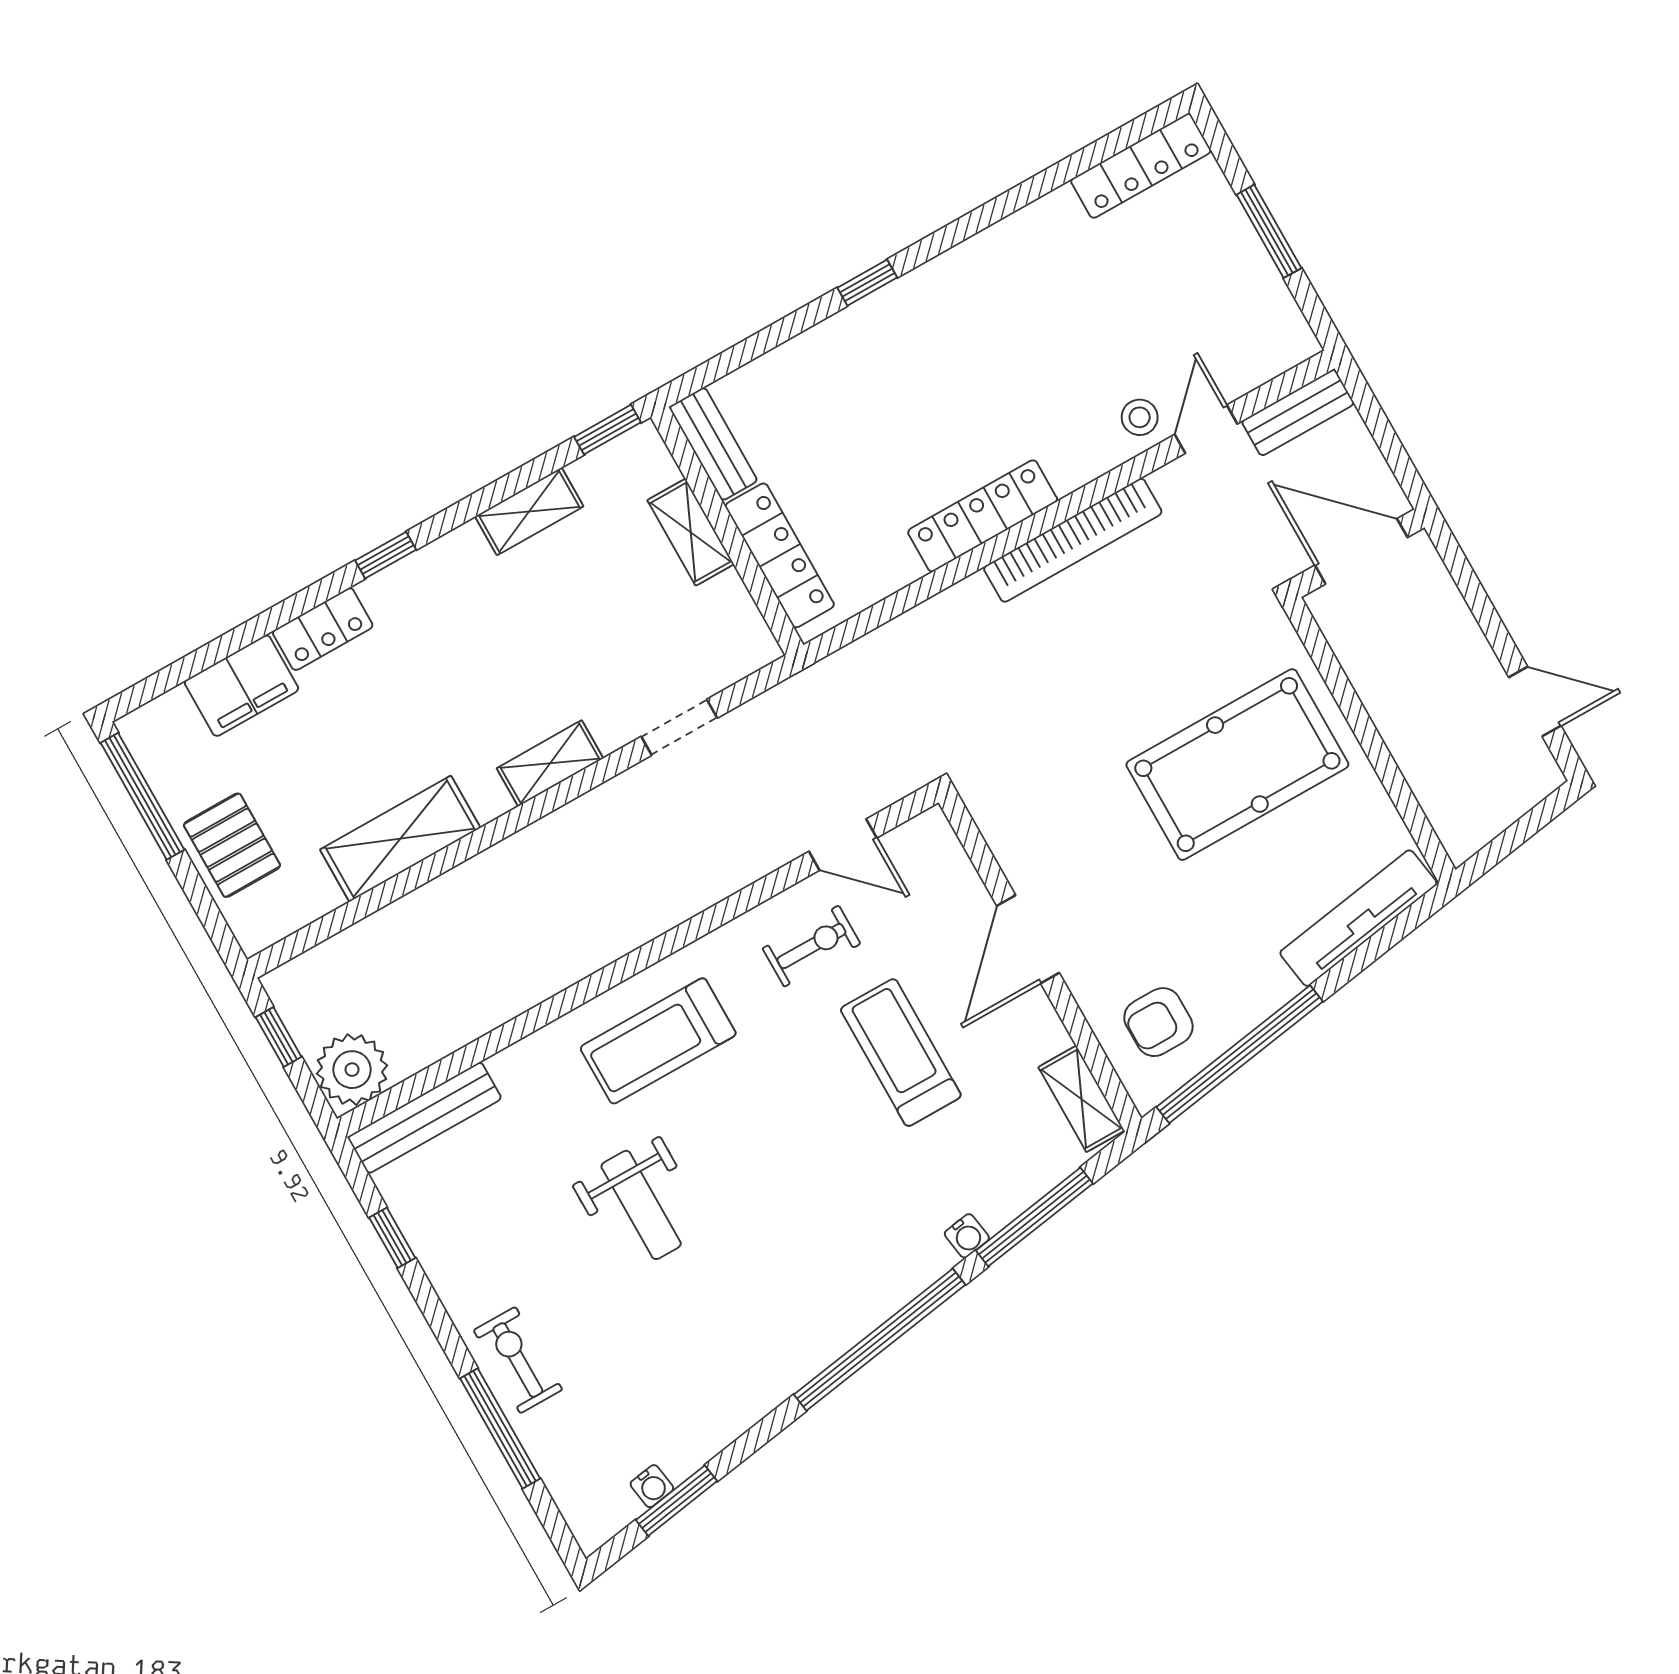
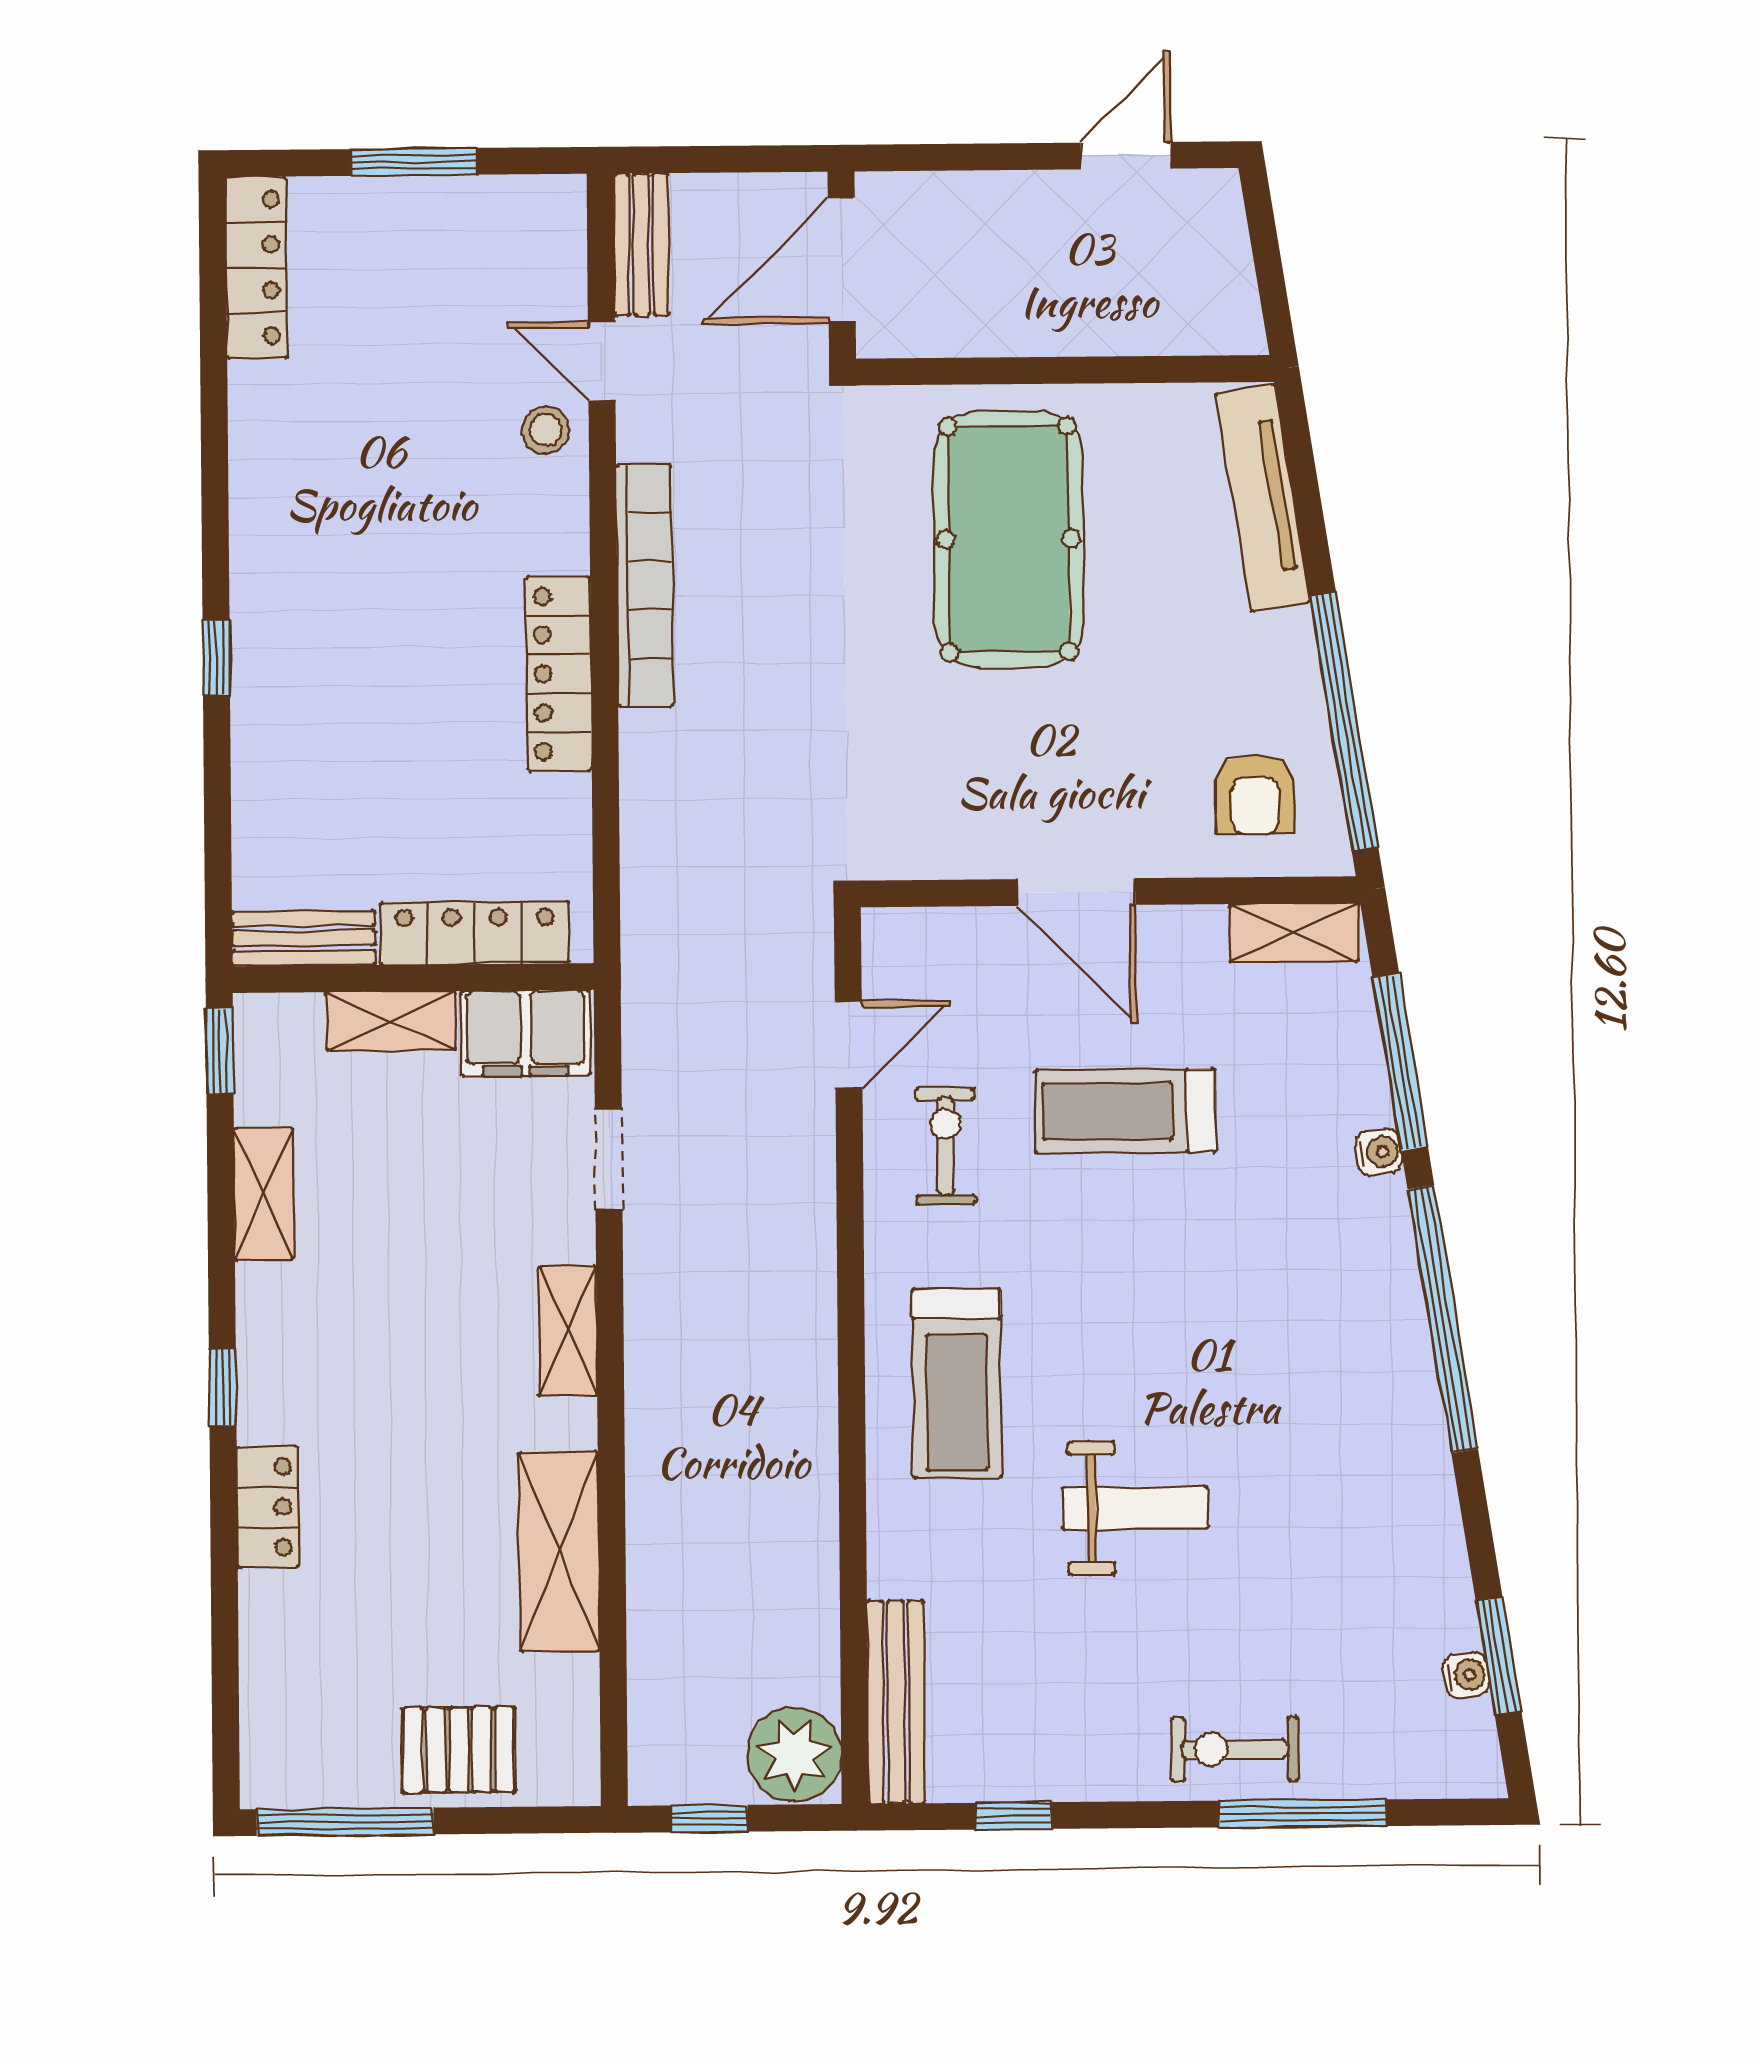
filing cabinet: (241, 686) -> (525, 1033), moved, turned 90

